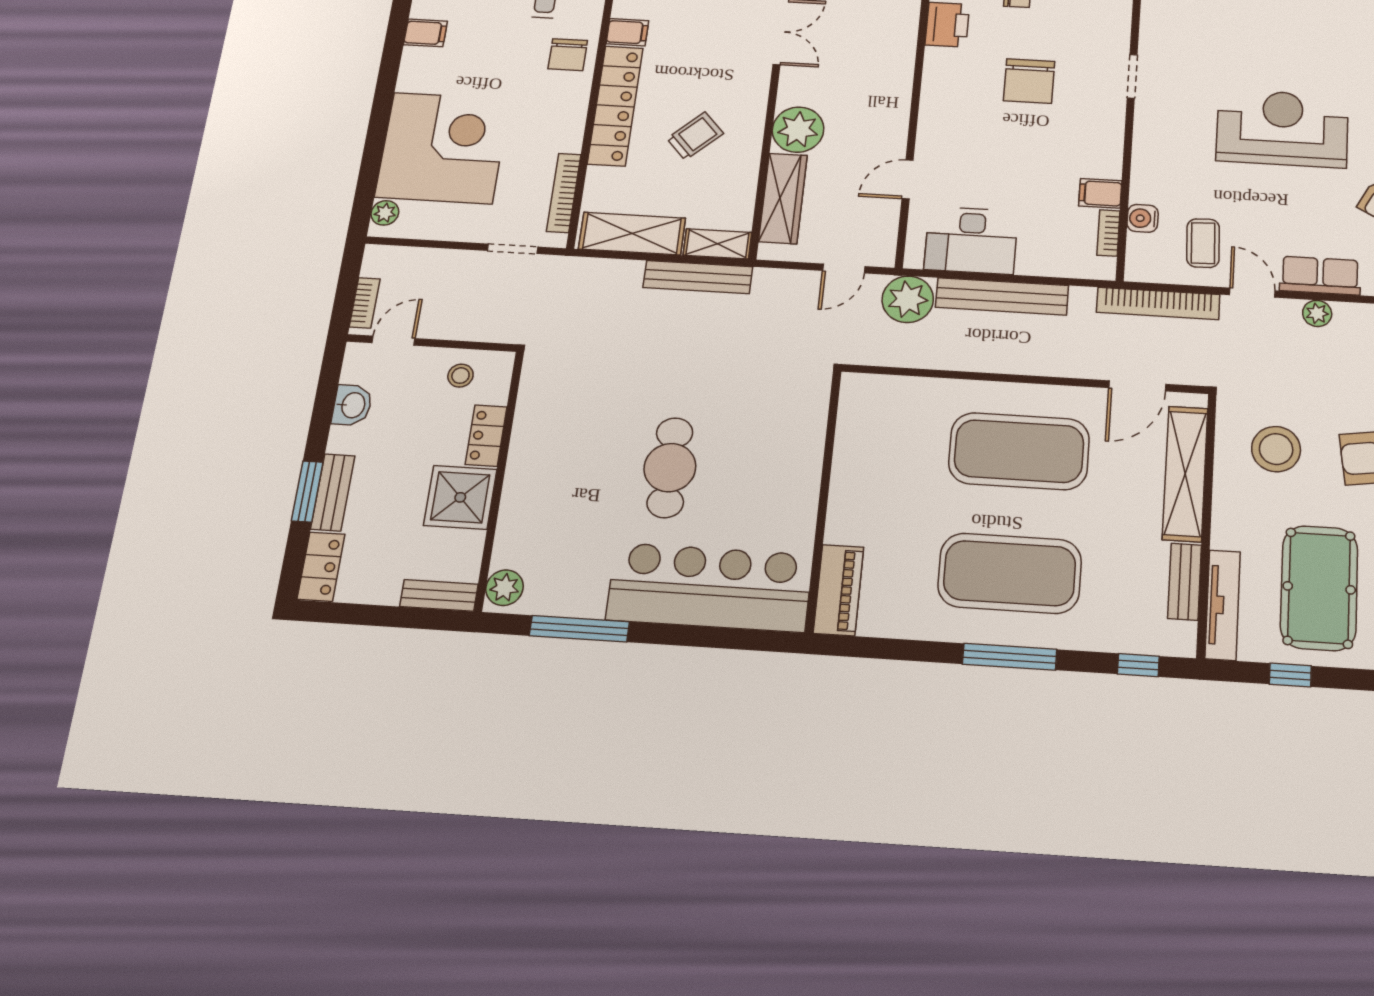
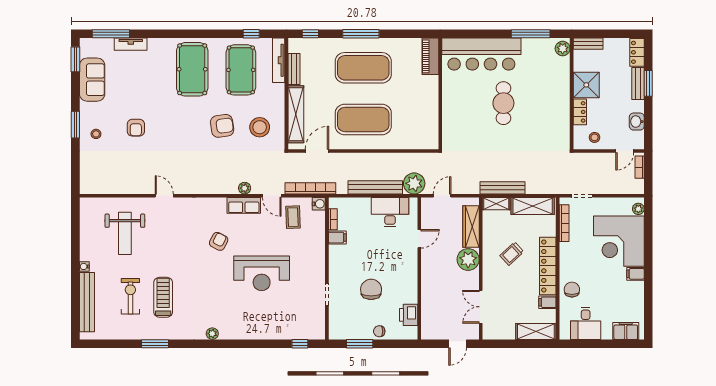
filing cabinet: (426, 33) -> (635, 274), moved
water cooler: (1143, 218) -> (319, 204), moved

